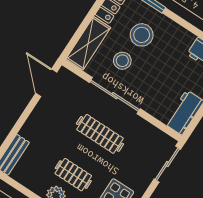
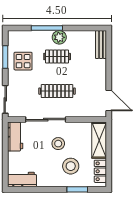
stool: (122, 61) -> (58, 144), moved
sliding door: (115, 96) -> (46, 120), moved

